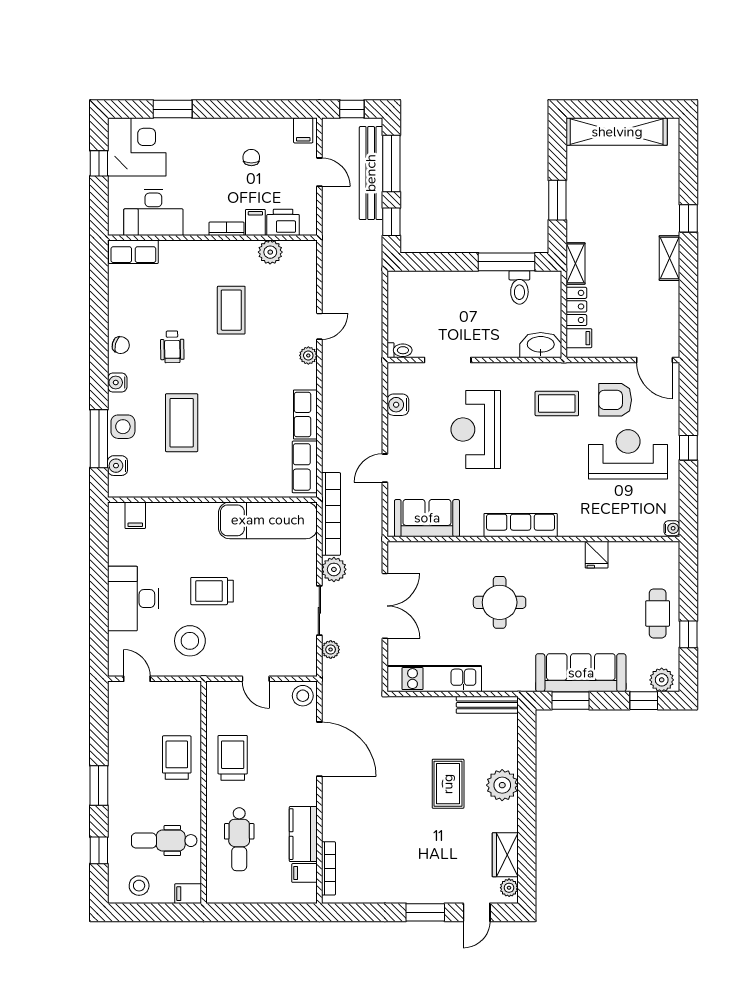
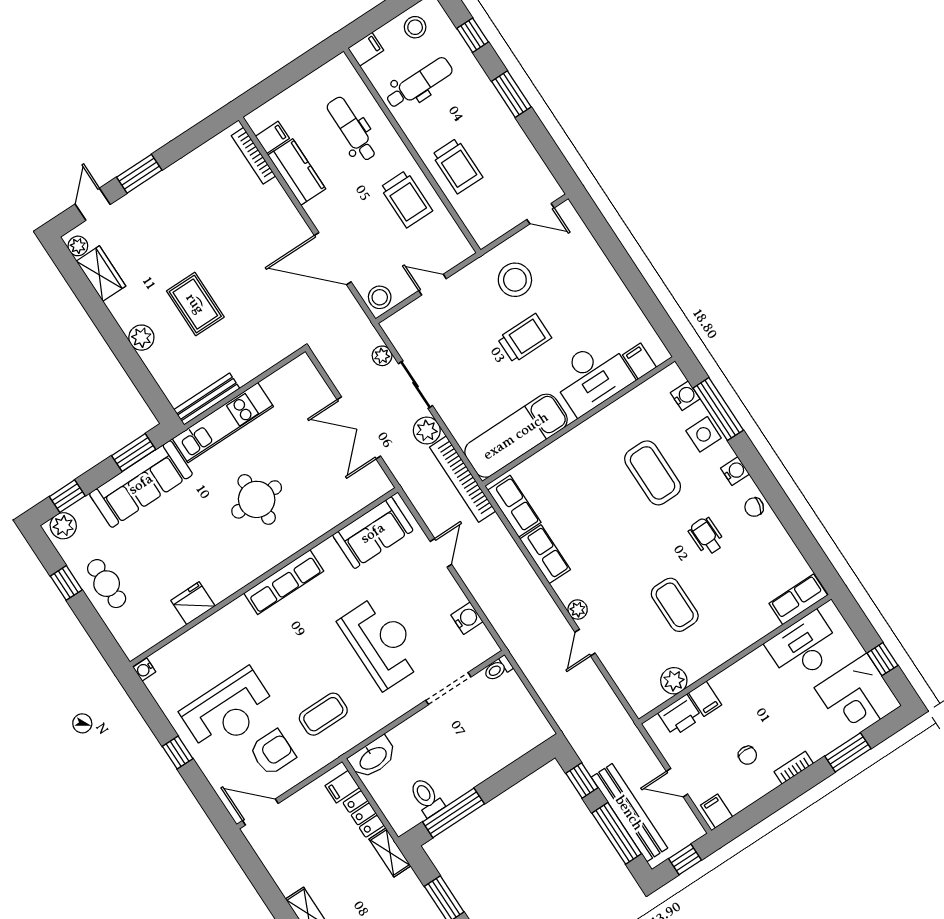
bookcase: (227, 229) -> (794, 768), moved, turned 180
fridge: (597, 555) -> (193, 603), width x1.38
desk: (133, 599) -> (592, 377), moved, turned 90
kitchen unit: (434, 679) -> (223, 423), moved
plant: (502, 785) -> (141, 338), width x0.73, depth x0.73

